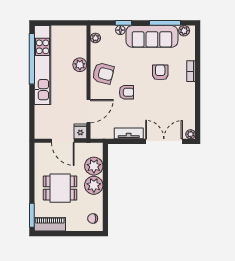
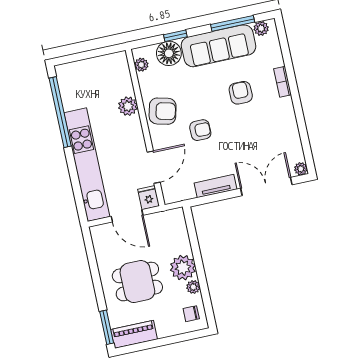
floor lamp: (120, 30) -> (169, 53), width x1.89, depth x1.89
kitchen unit: (43, 65) -> (87, 165), moved
plant: (94, 166) -> (193, 287), moved, width x0.53, depth x0.53

